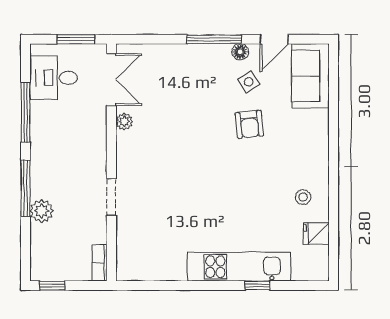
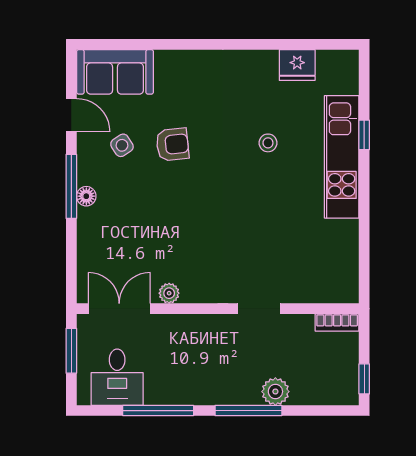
floor lamp: (240, 52) -> (86, 196), moved
stool: (303, 197) -> (268, 143), moved
fridge: (316, 233) -> (297, 65), width x1.38

